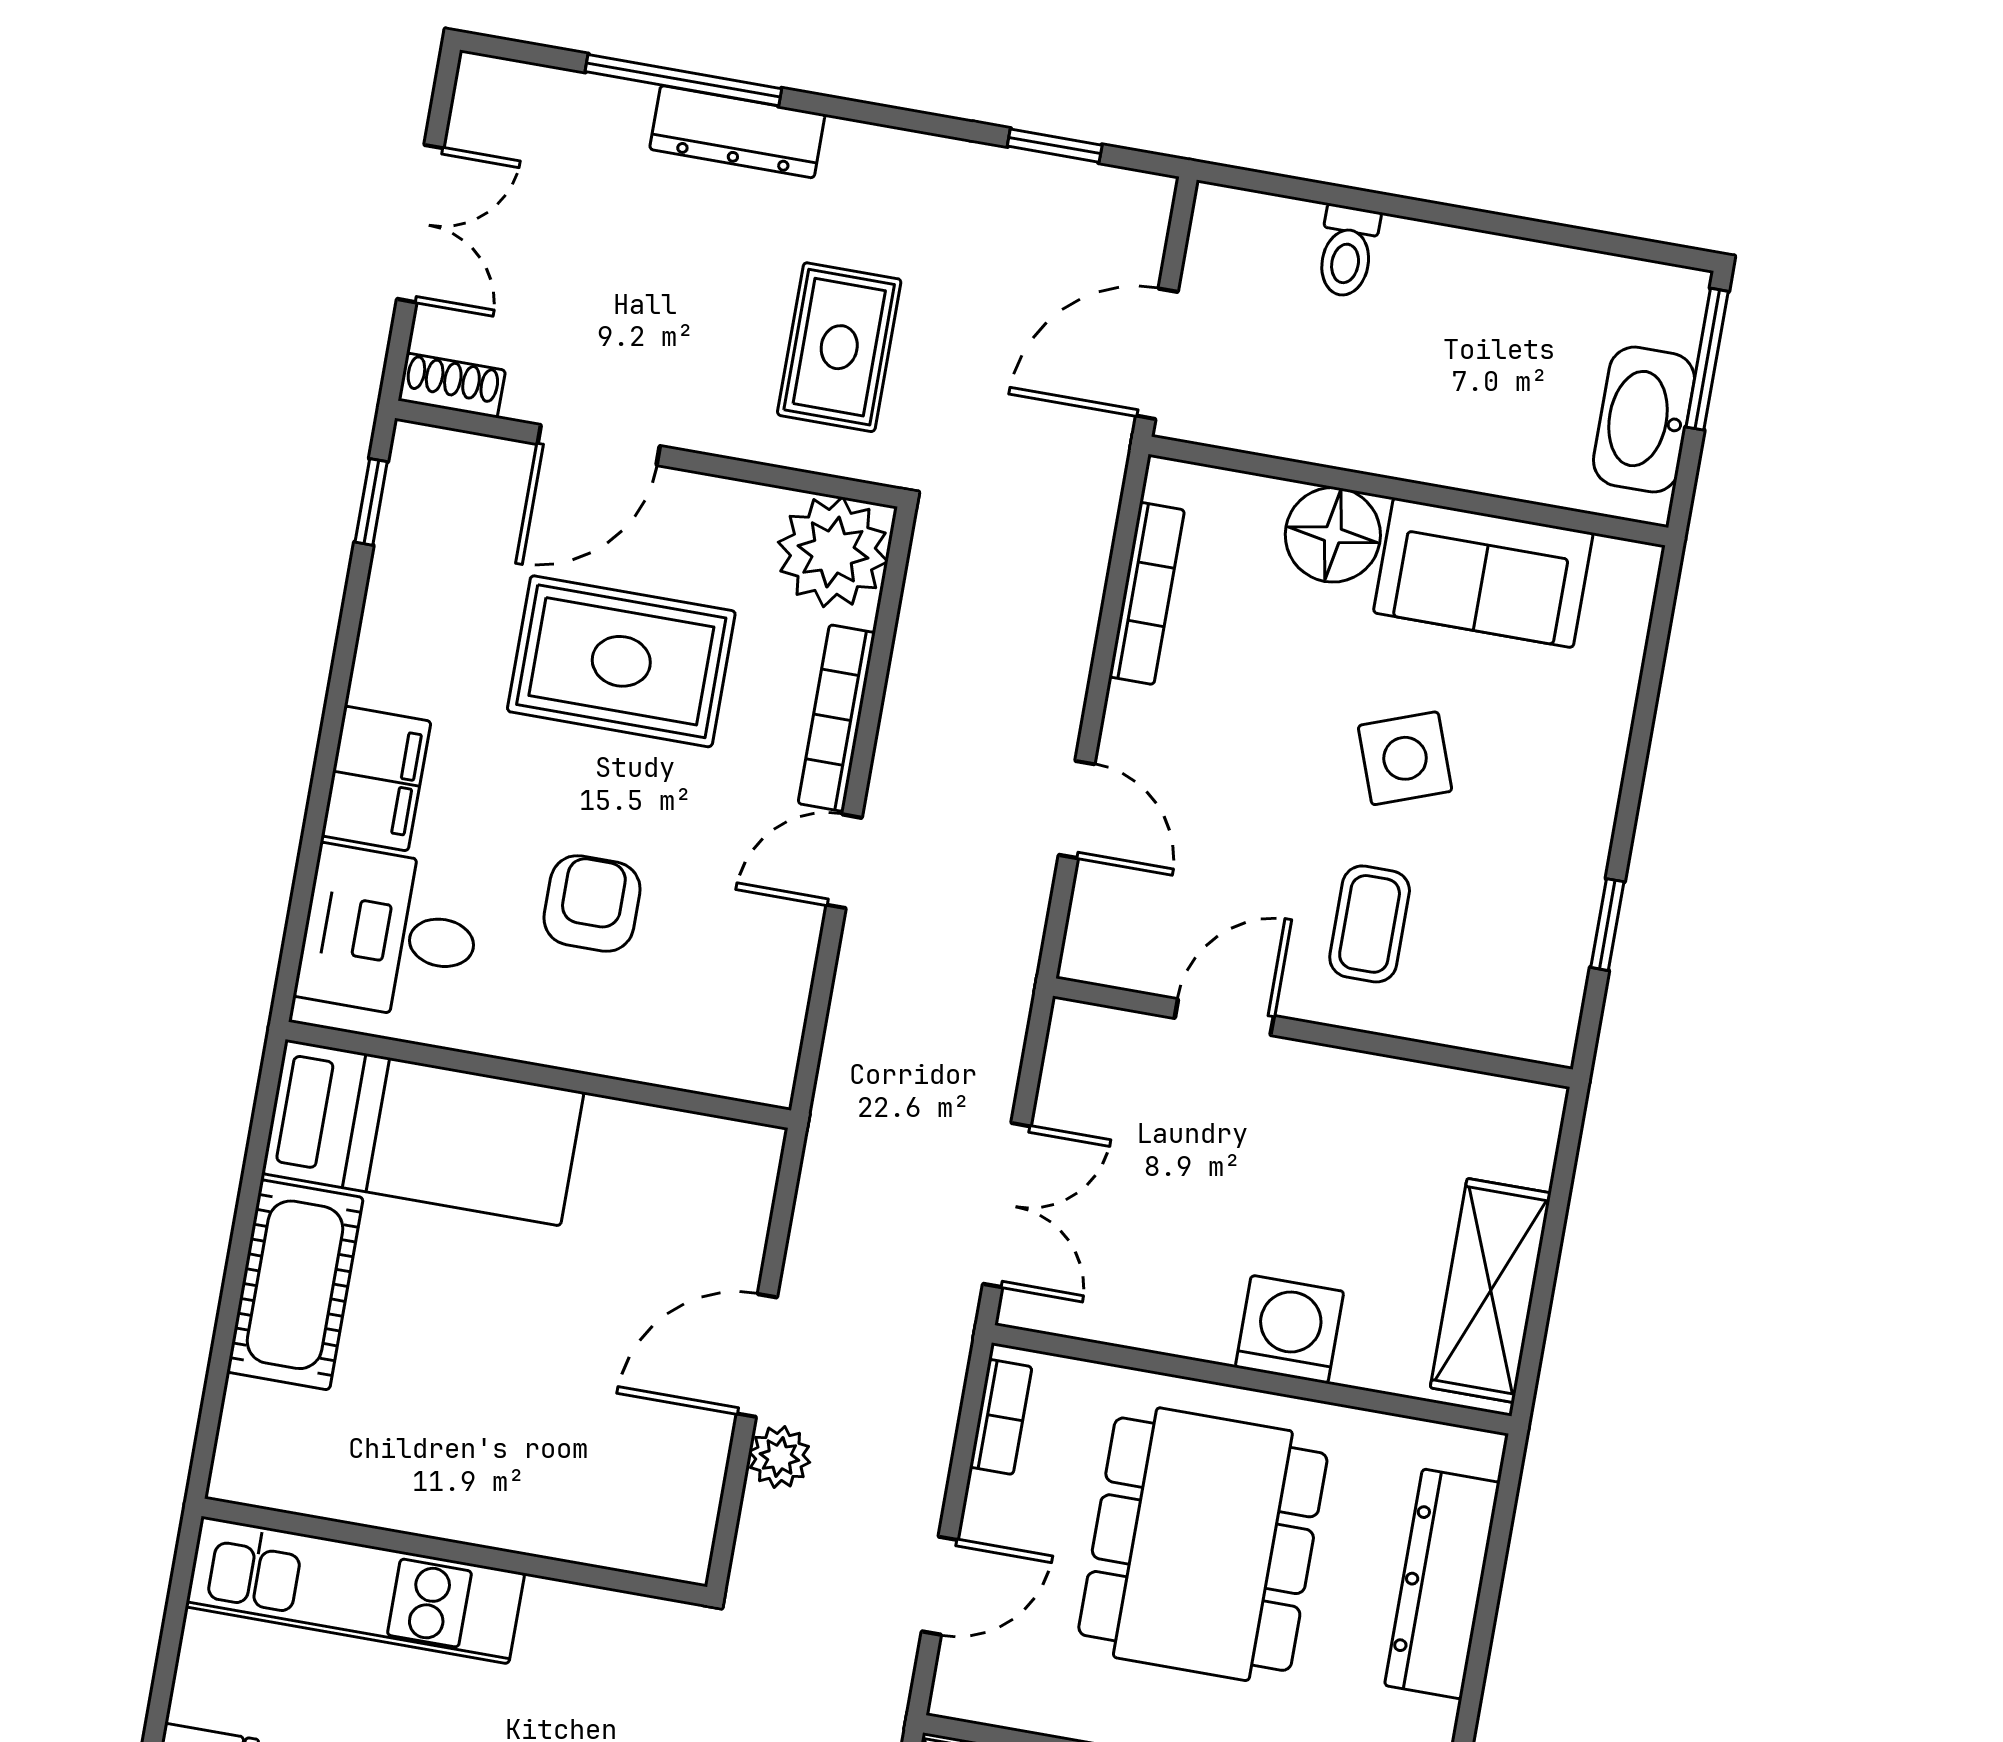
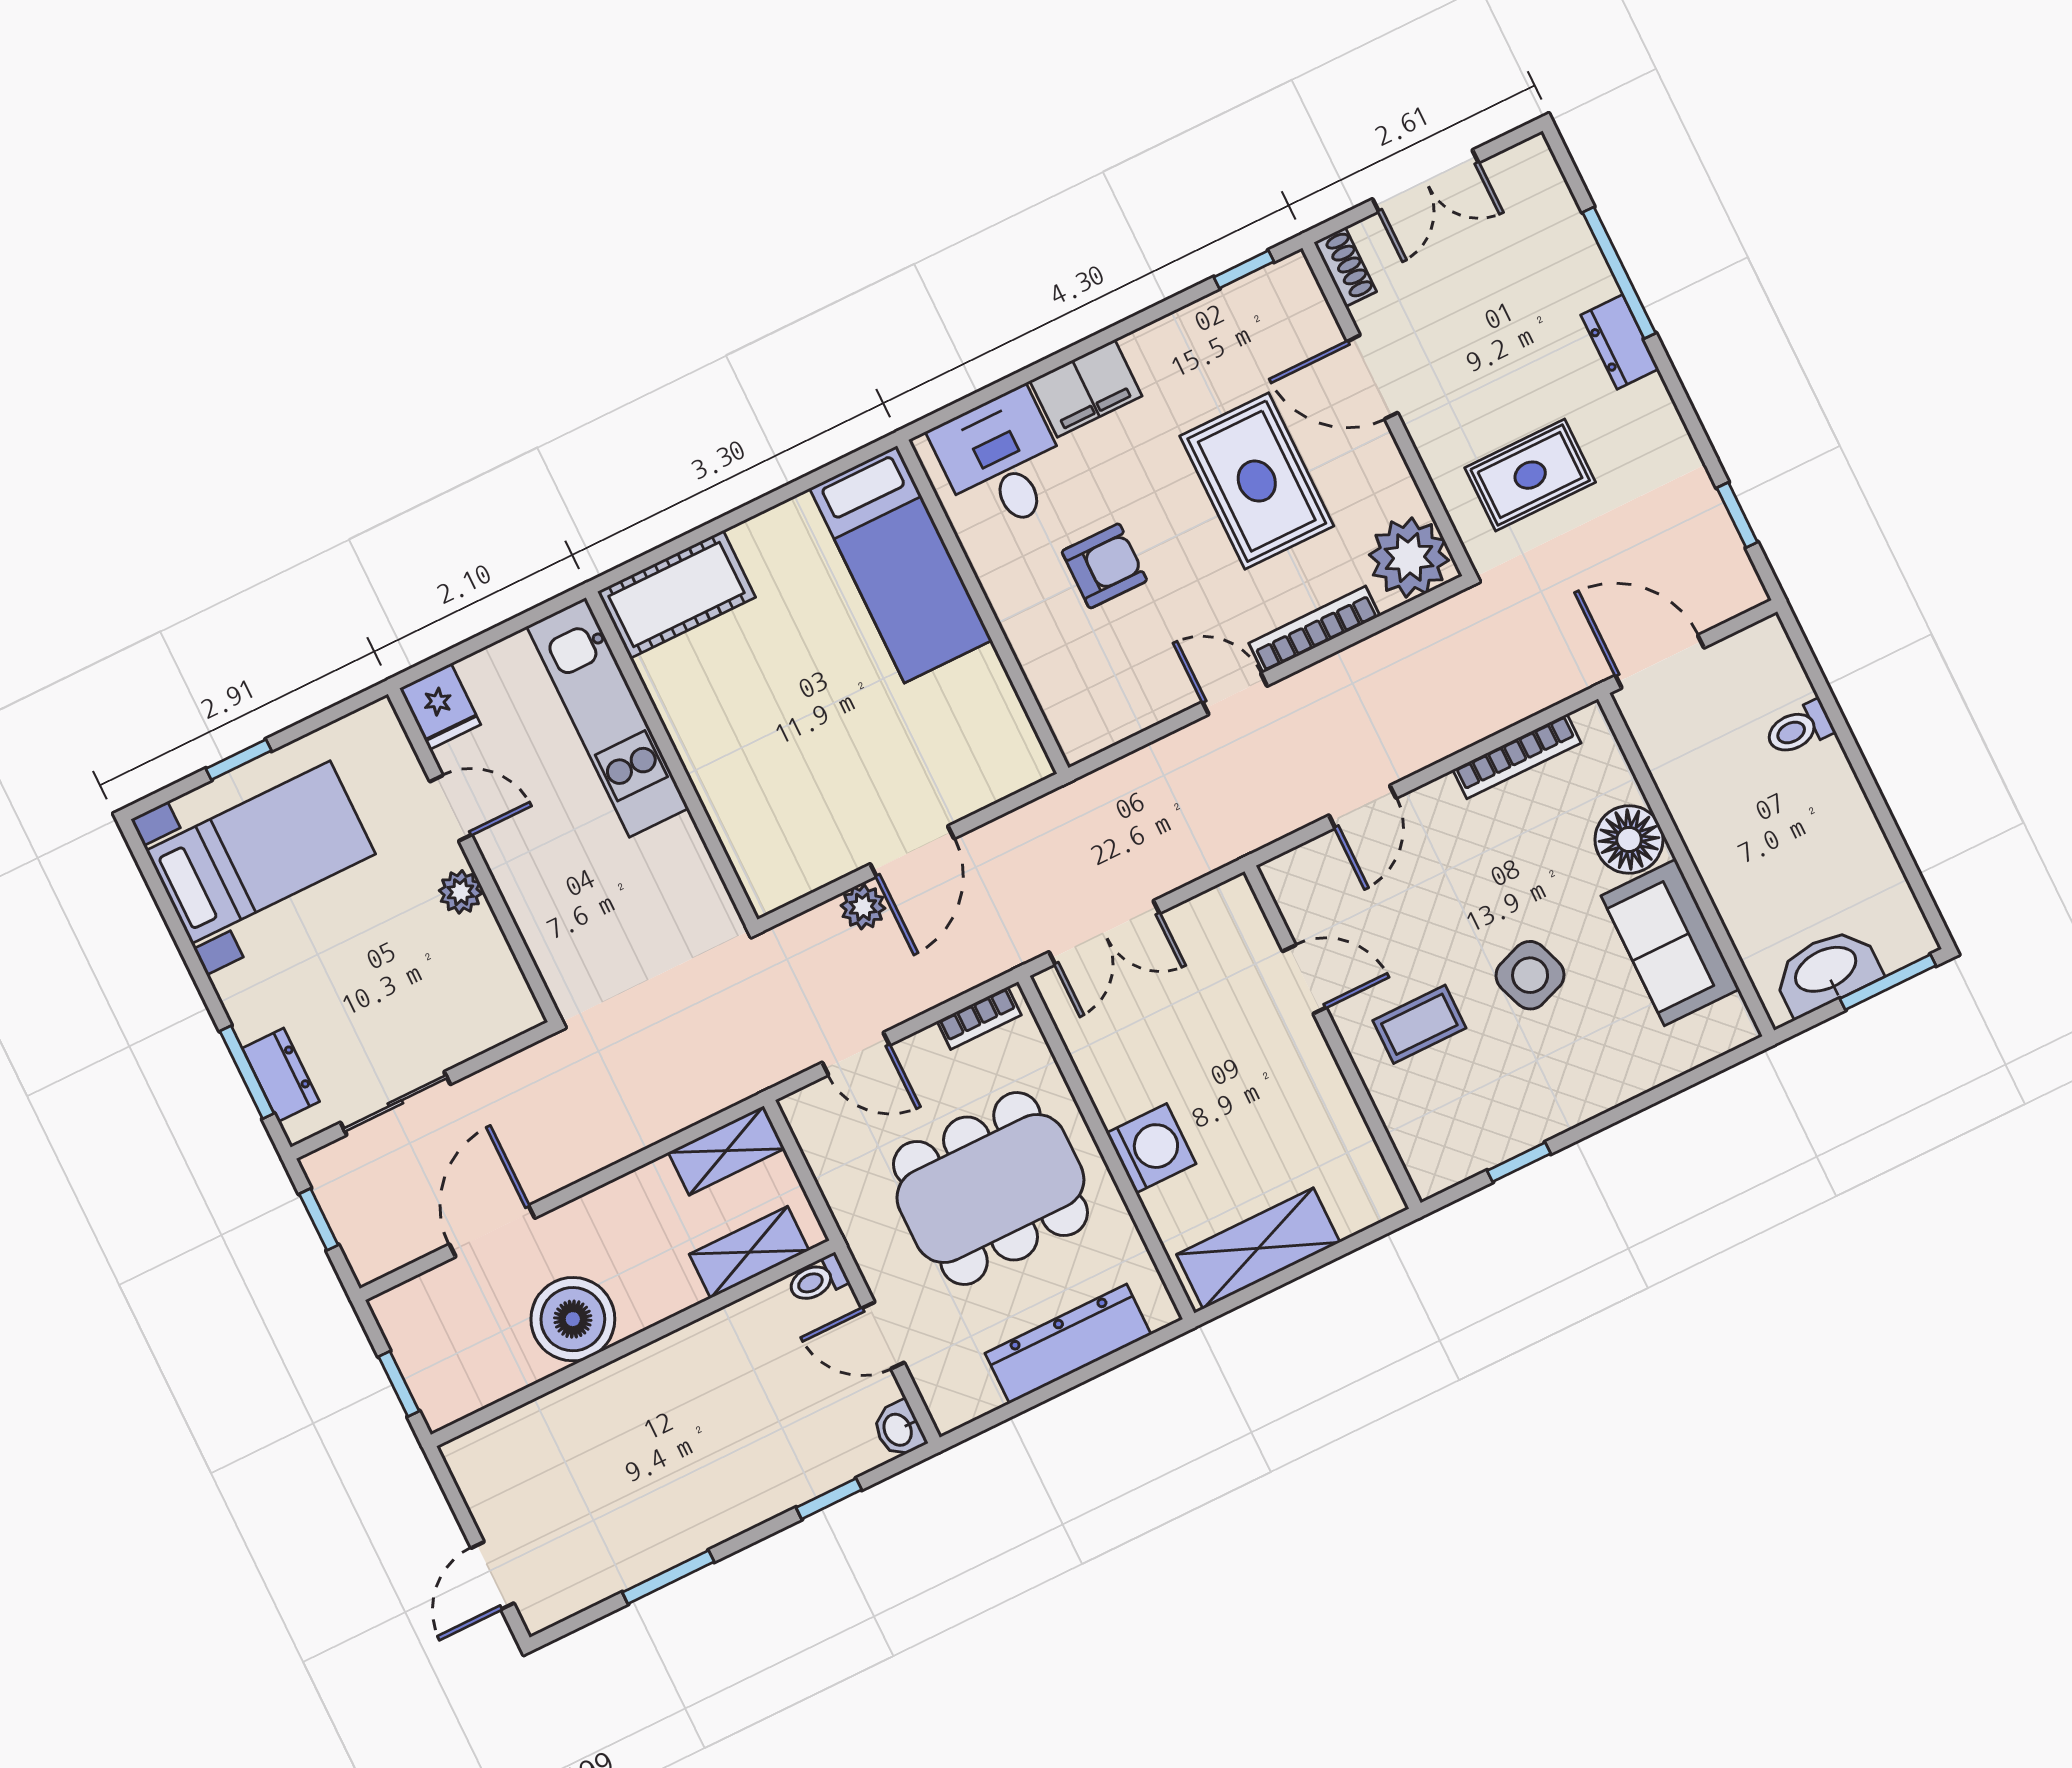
dresser: (737, 132) -> (1620, 342), width x0.70
cot: (295, 1285) -> (676, 595), moved
door: (757, 1356) -> (912, 851), swing flipped

